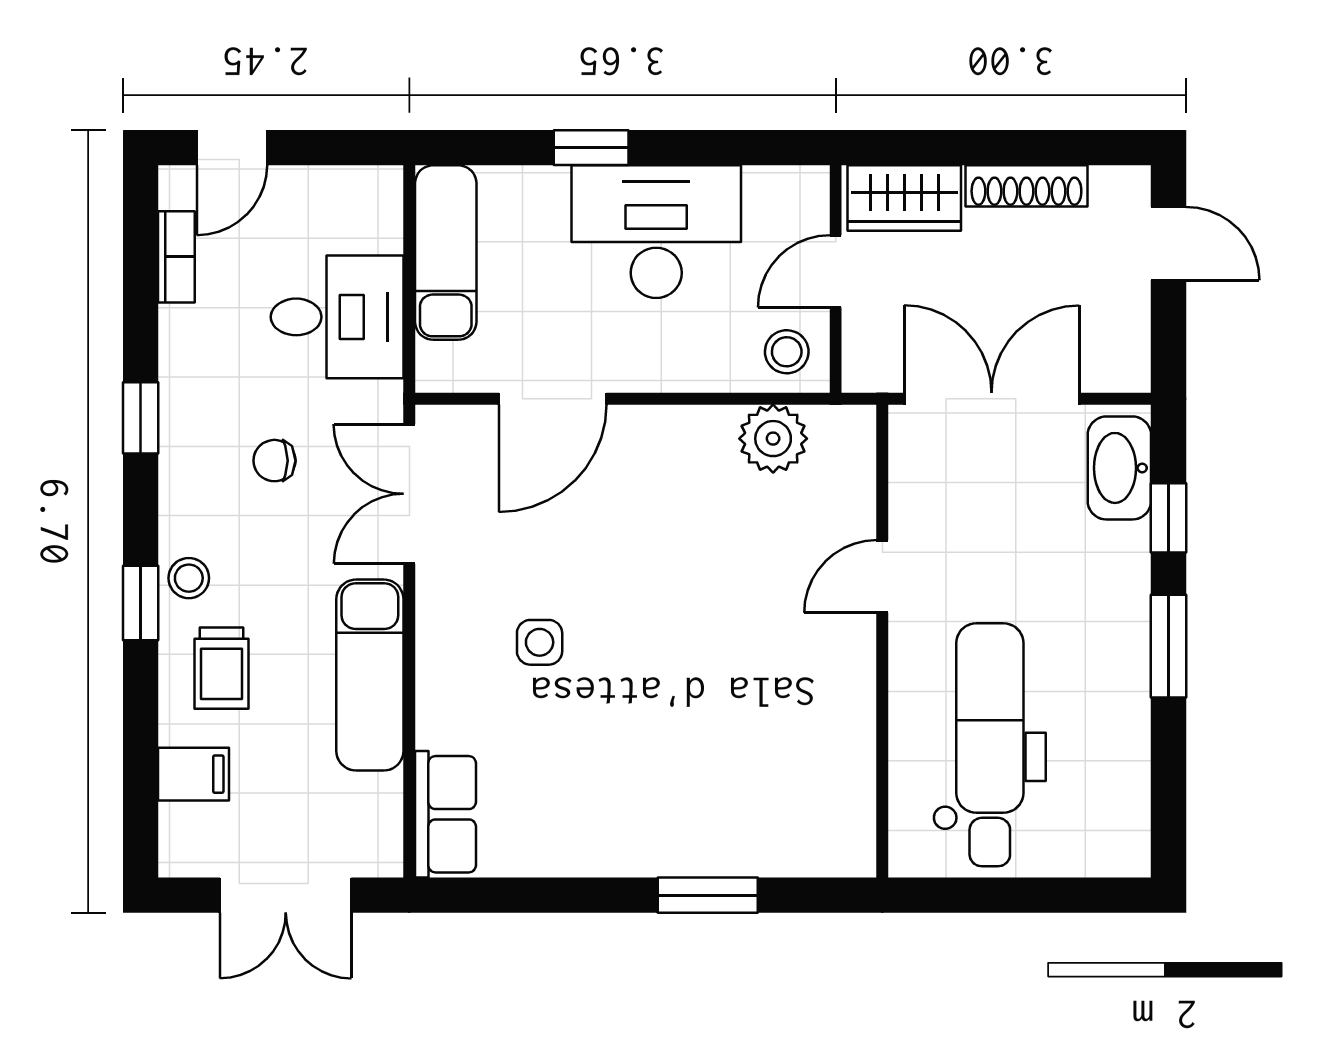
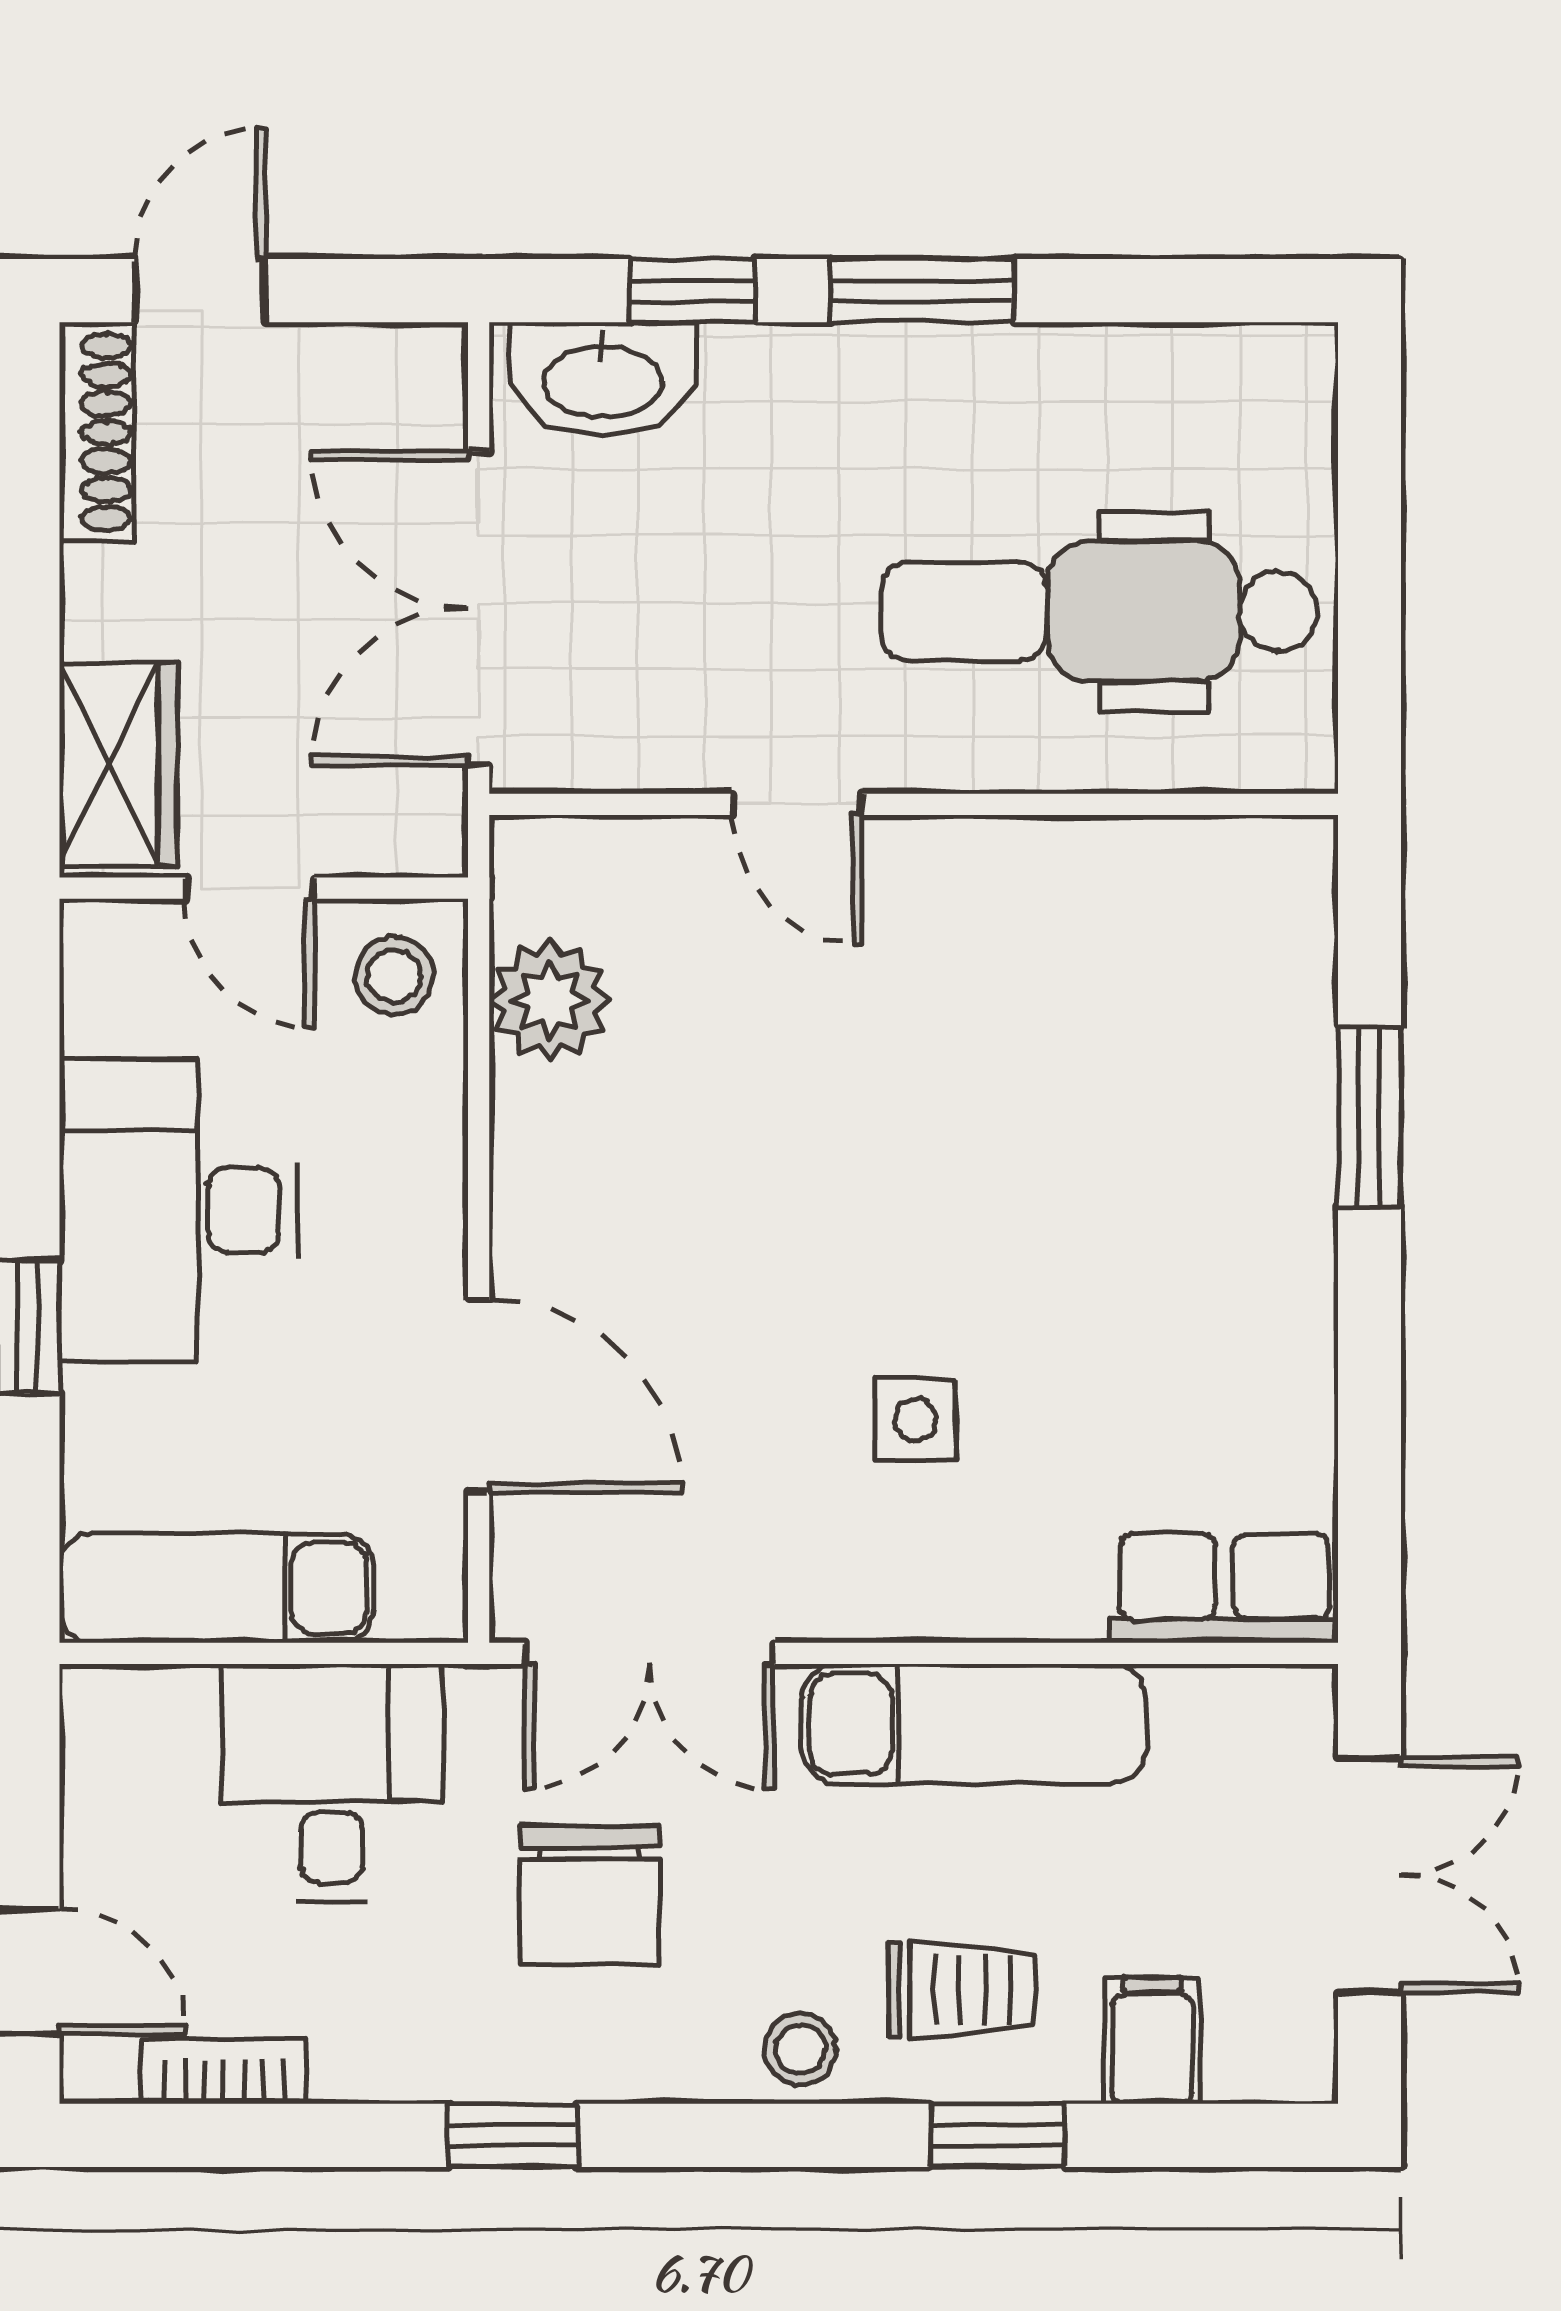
shoe rack: (1026, 186) -> (96, 432), moved
chair: (274, 461) -> (590, 1895), width x1.87, depth x1.87
window: (141, 603) -> (997, 2135), moved

